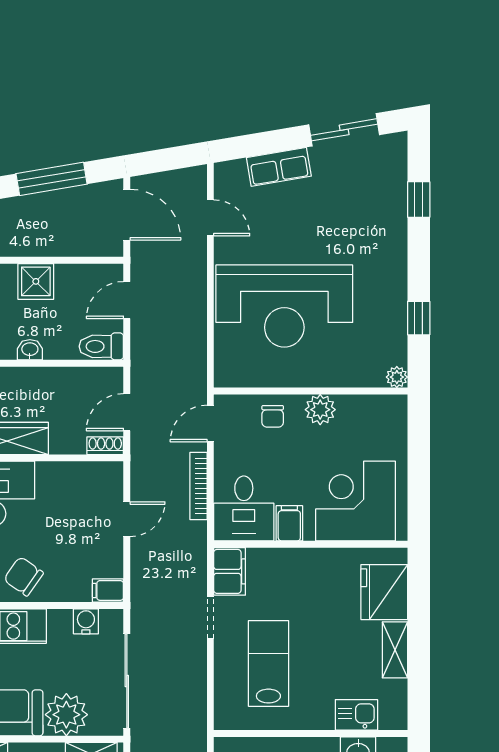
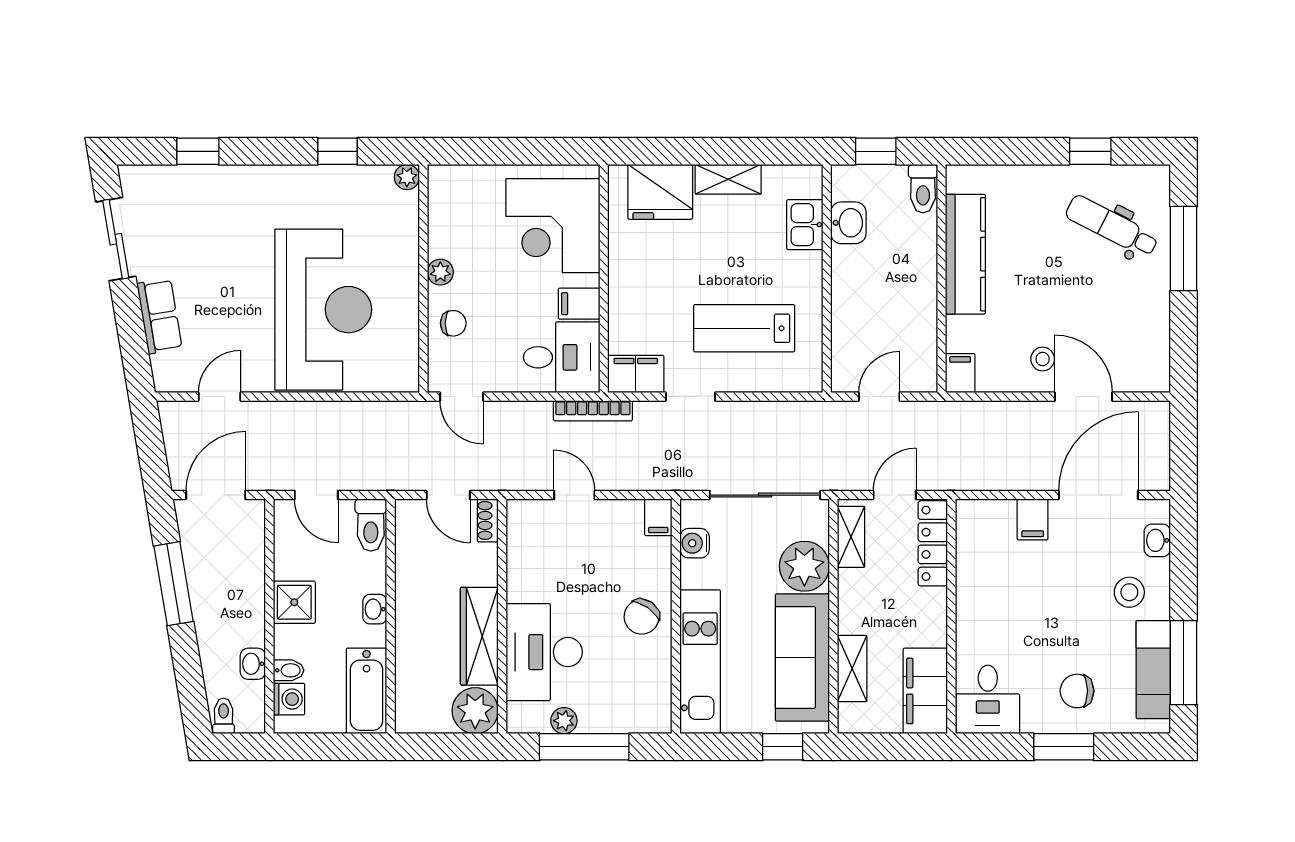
plant: (320, 410) -> (440, 272), width x0.73, depth x0.73
bookcase: (198, 486) -> (593, 411), moved

